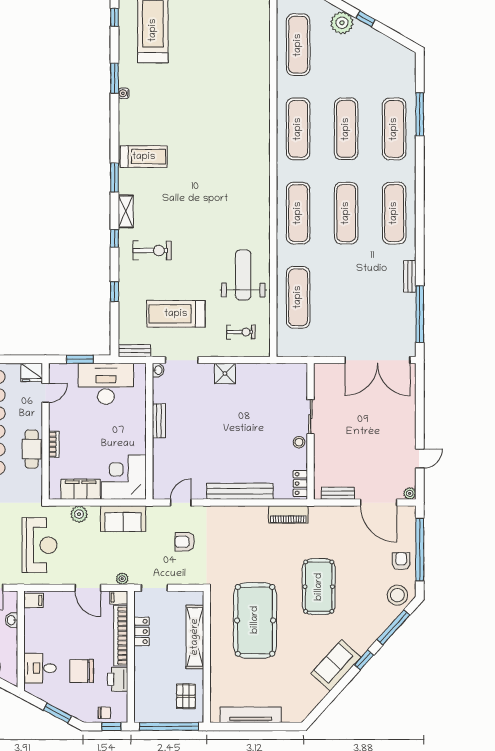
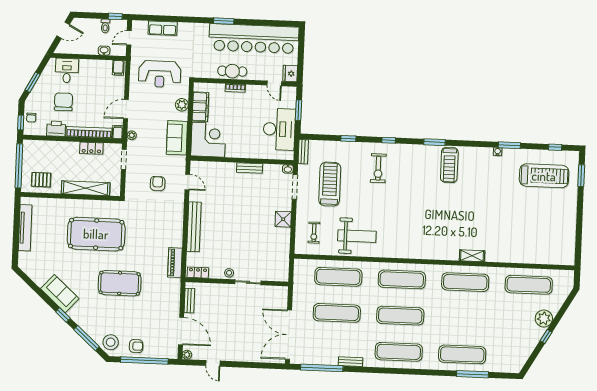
exercise mat: (346, 129) -> (337, 313), moved
shelving: (126, 211) -> (472, 256), moved
door: (379, 503) -> (181, 331), swing flipped

